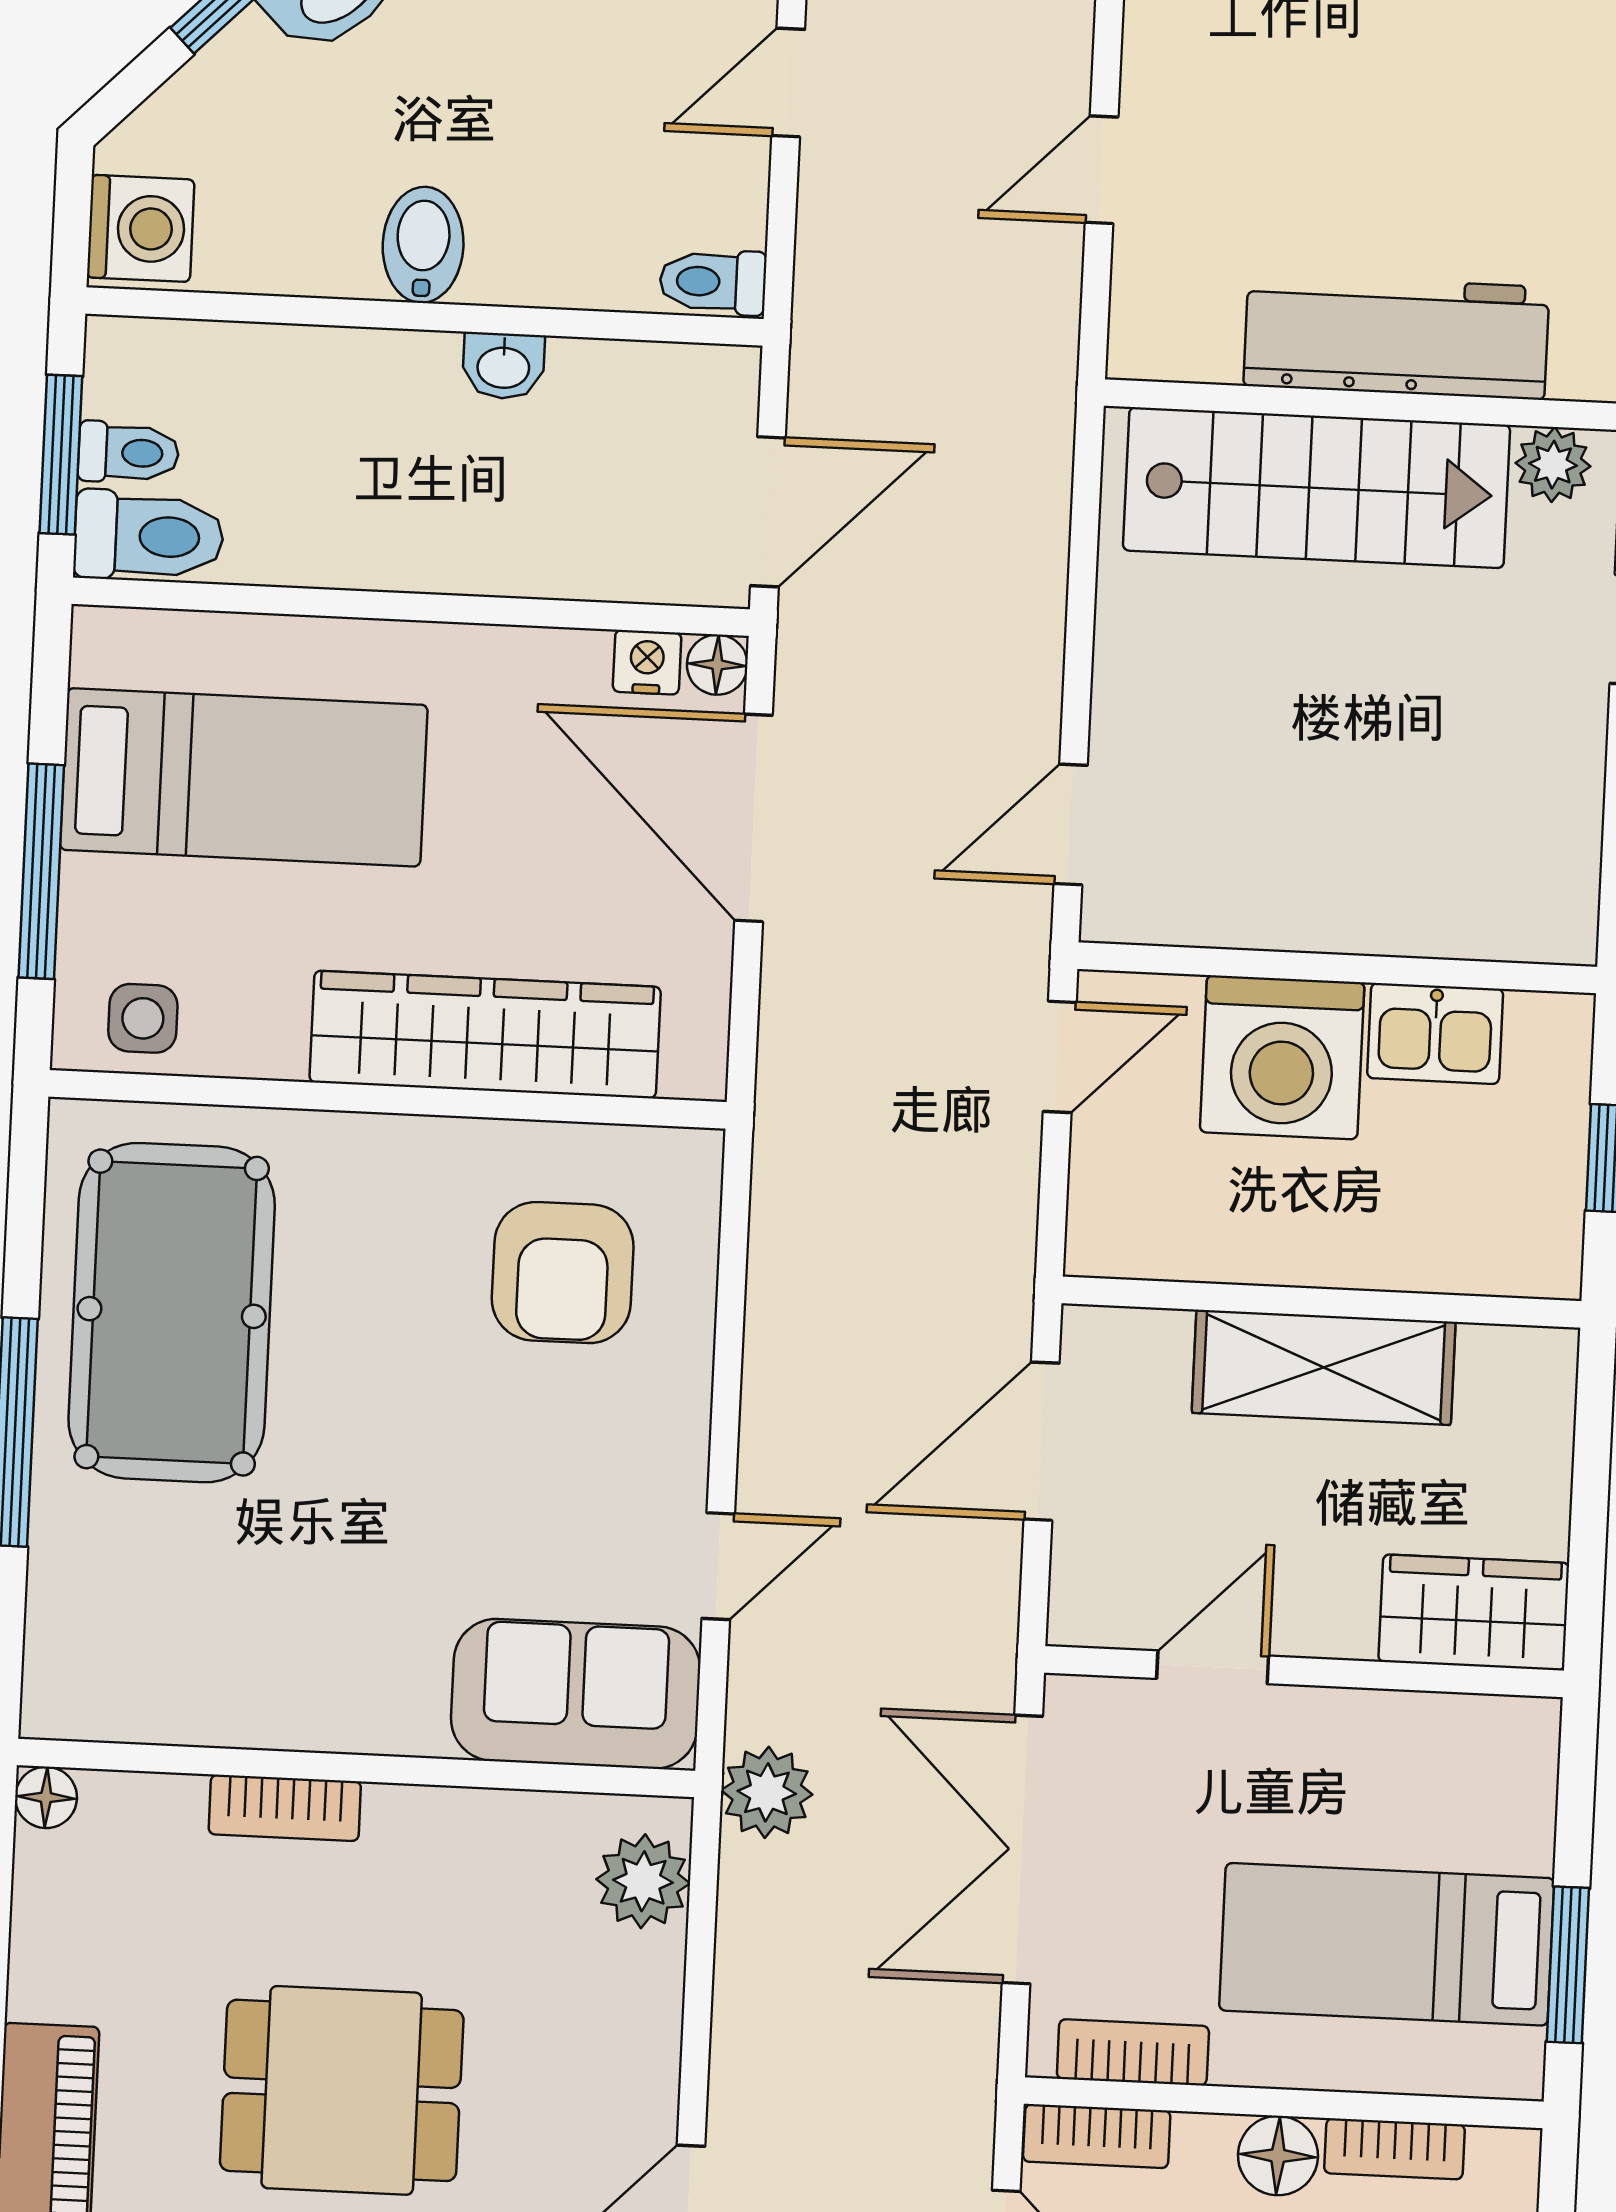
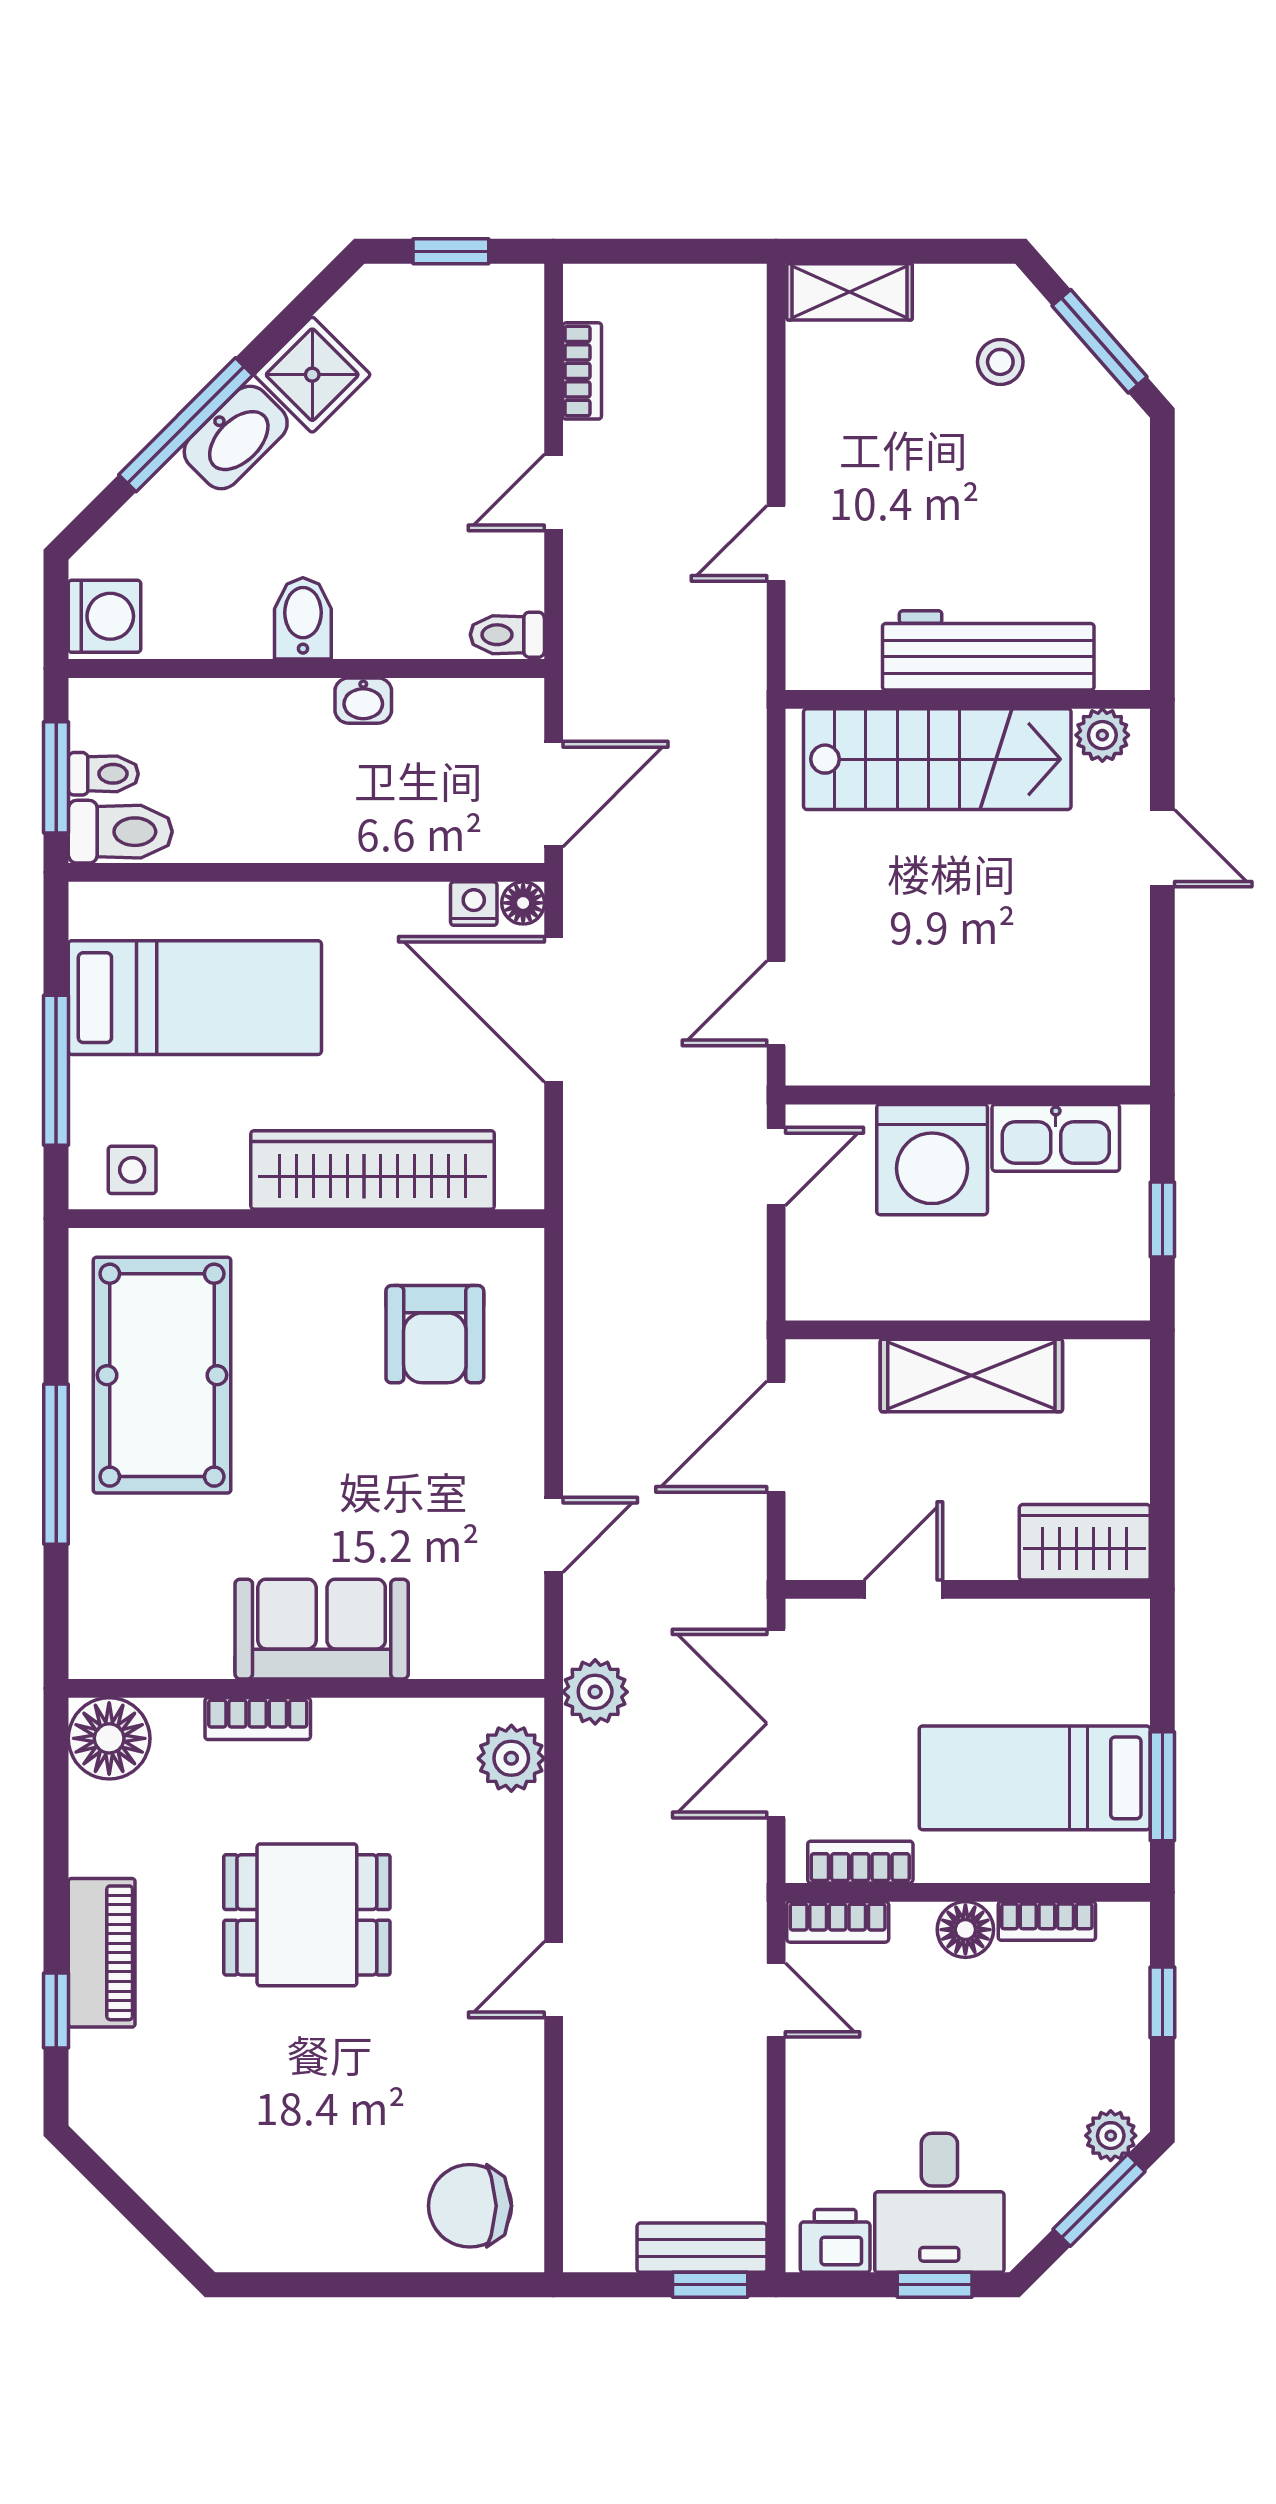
kitchen sink: (1435, 1033) -> (1056, 1138), width x1.38
sofa: (576, 1694) -> (322, 1629), moved
floor lamp: (46, 1797) -> (109, 1738), width x1.89, depth x1.89

